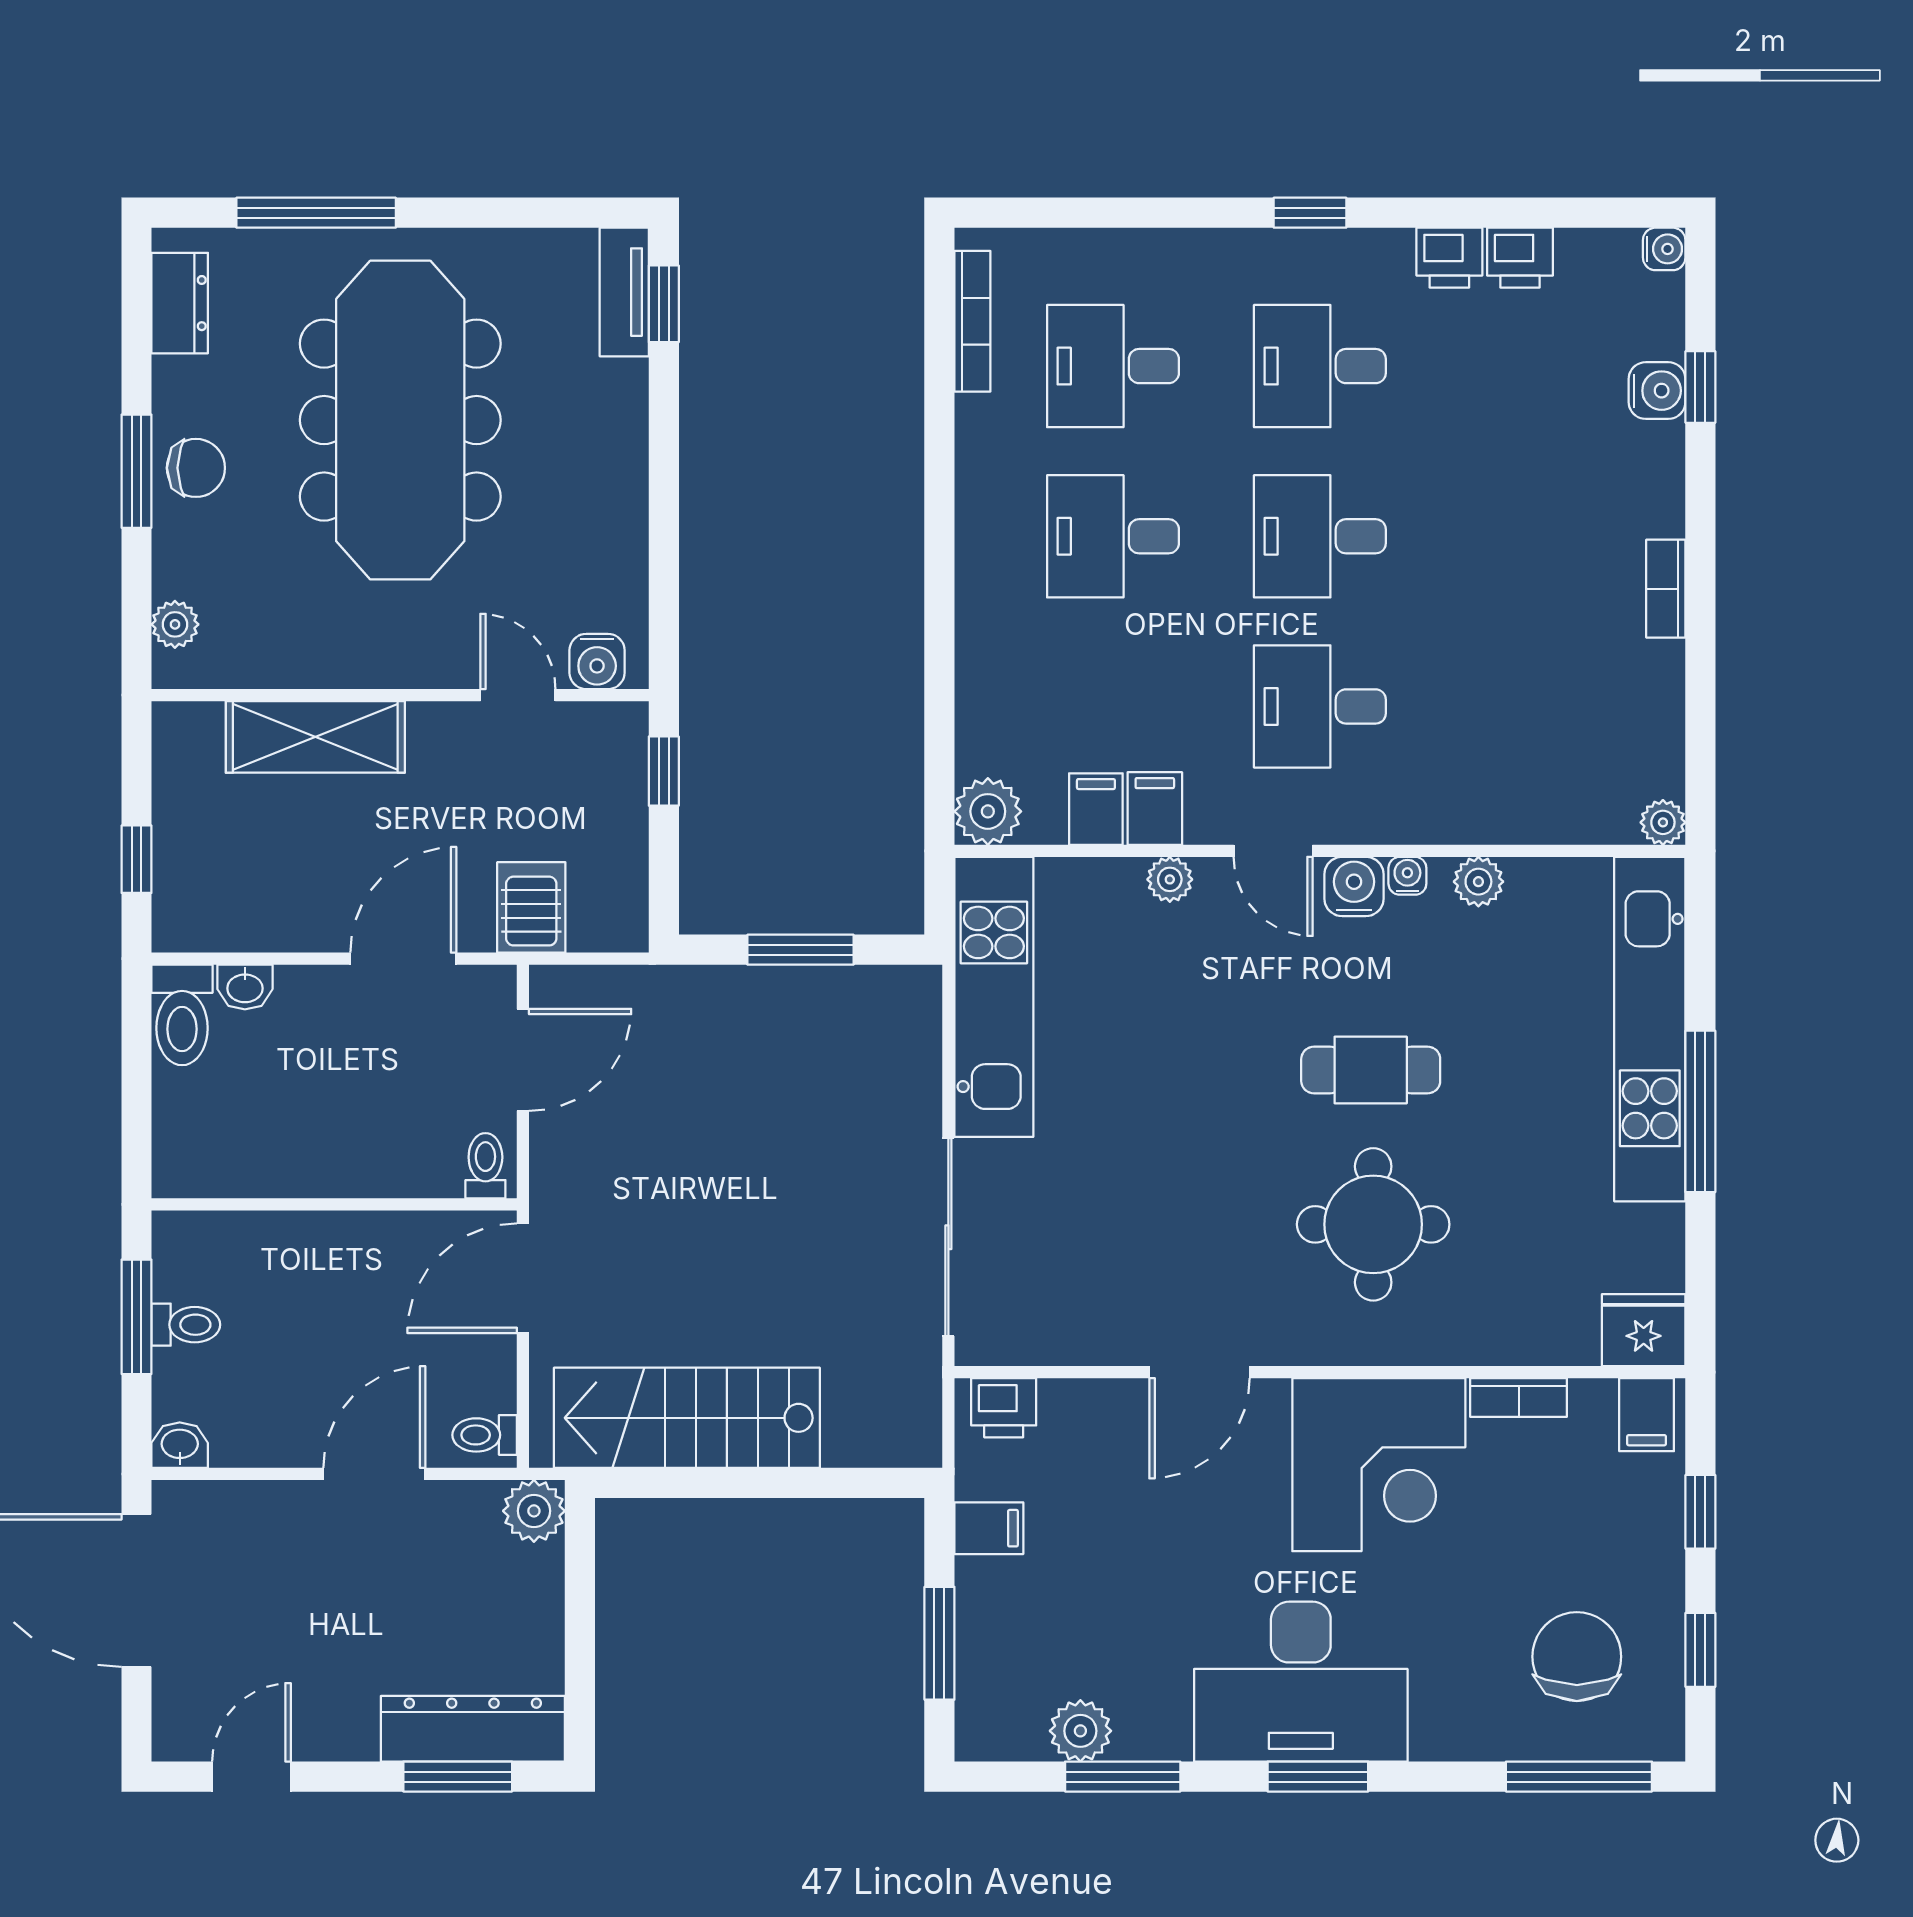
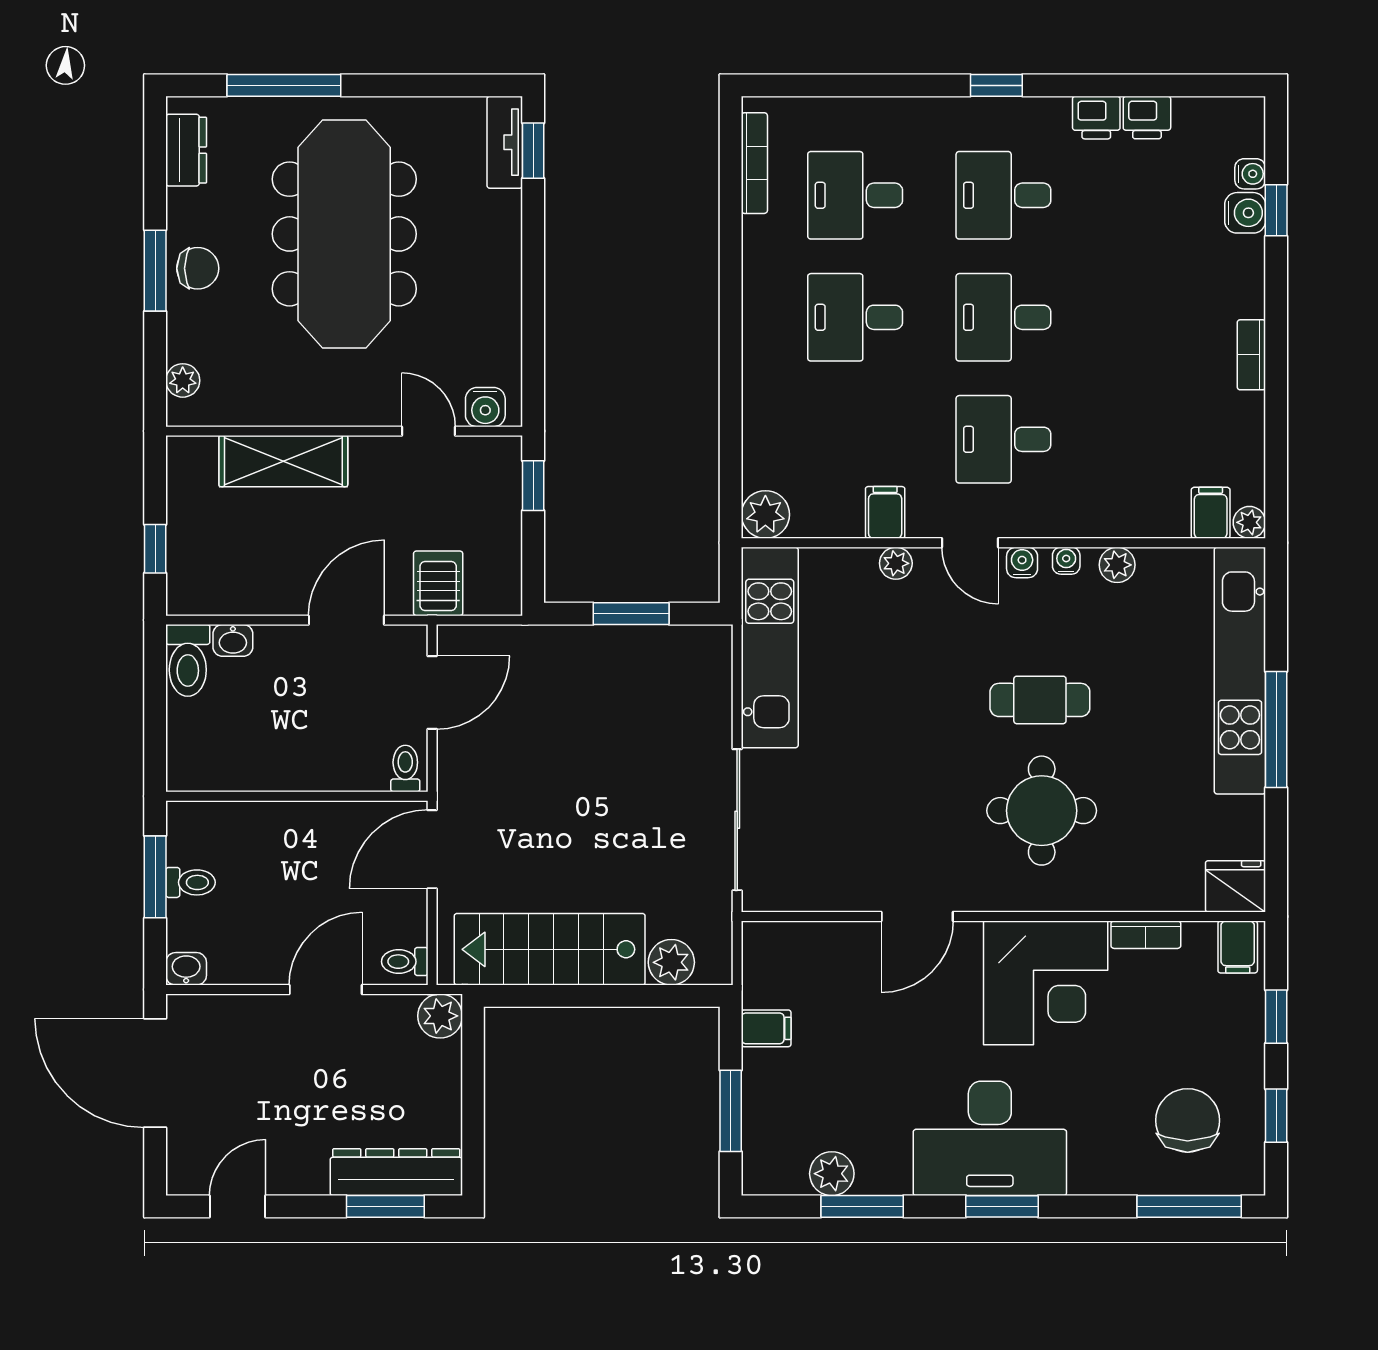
water cooler: (1664, 249) -> (1250, 174), moved
filing cabinet: (1096, 809) -> (1211, 513), moved
water cooler: (1354, 886) -> (1022, 562), width x0.72, depth x0.72
printer: (1004, 1408) -> (777, 942), removed
plant: (857, 1436) -> (671, 962), added

